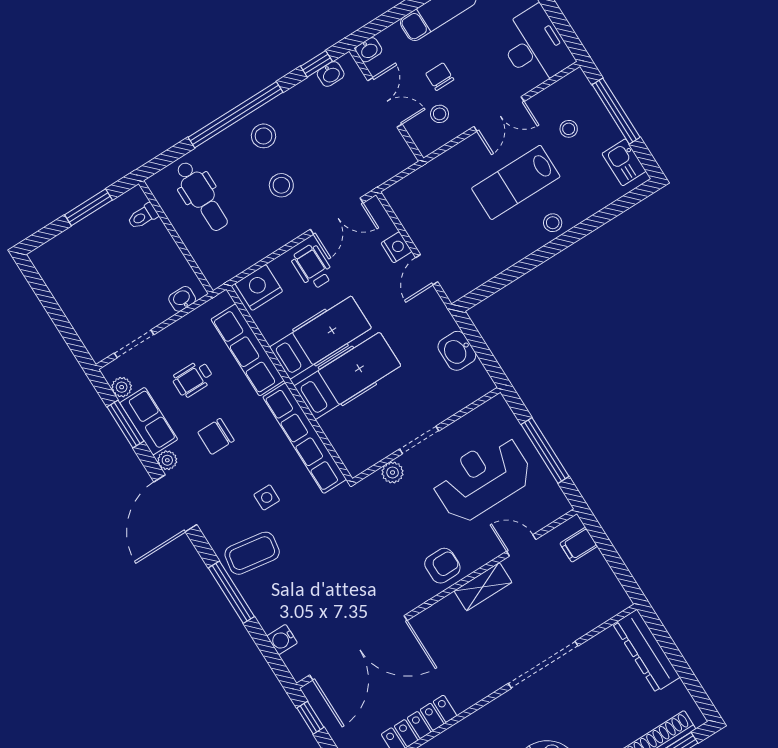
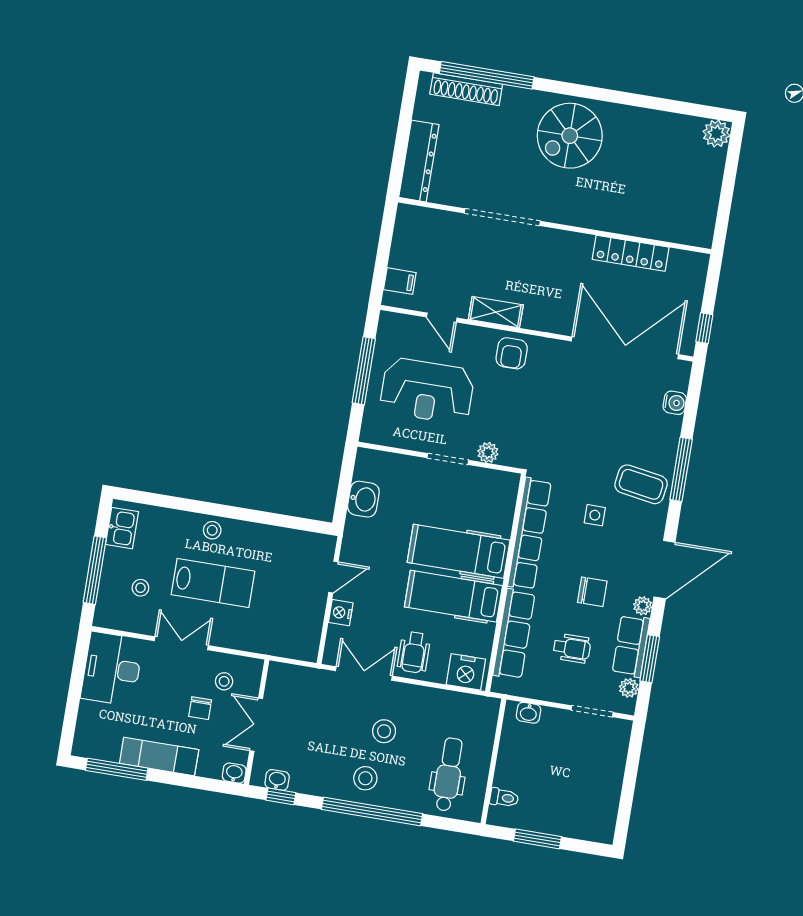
armchair: (442, 566) -> (512, 353), turned -90

